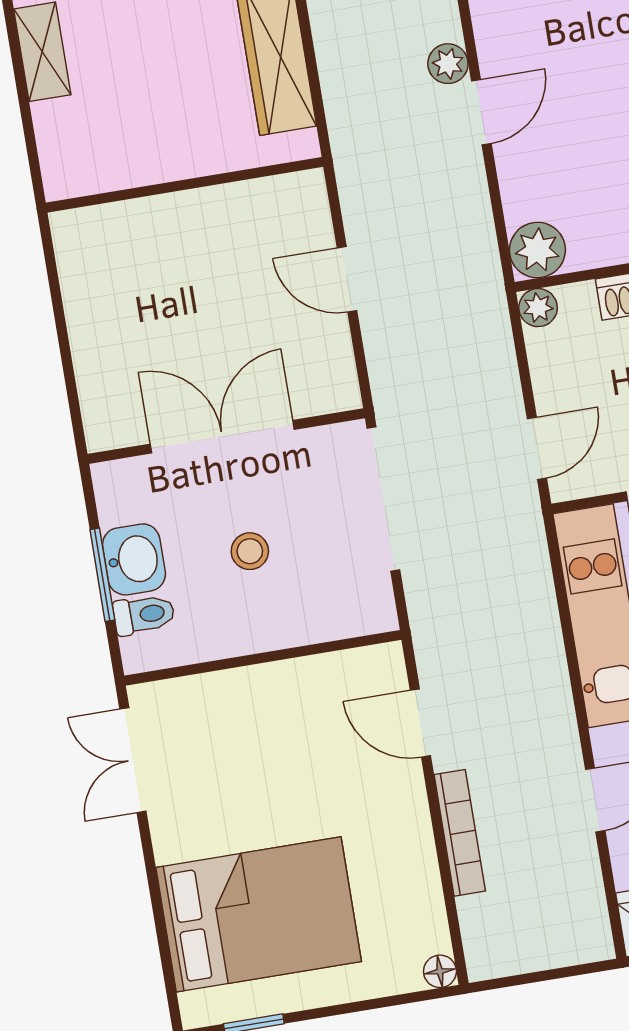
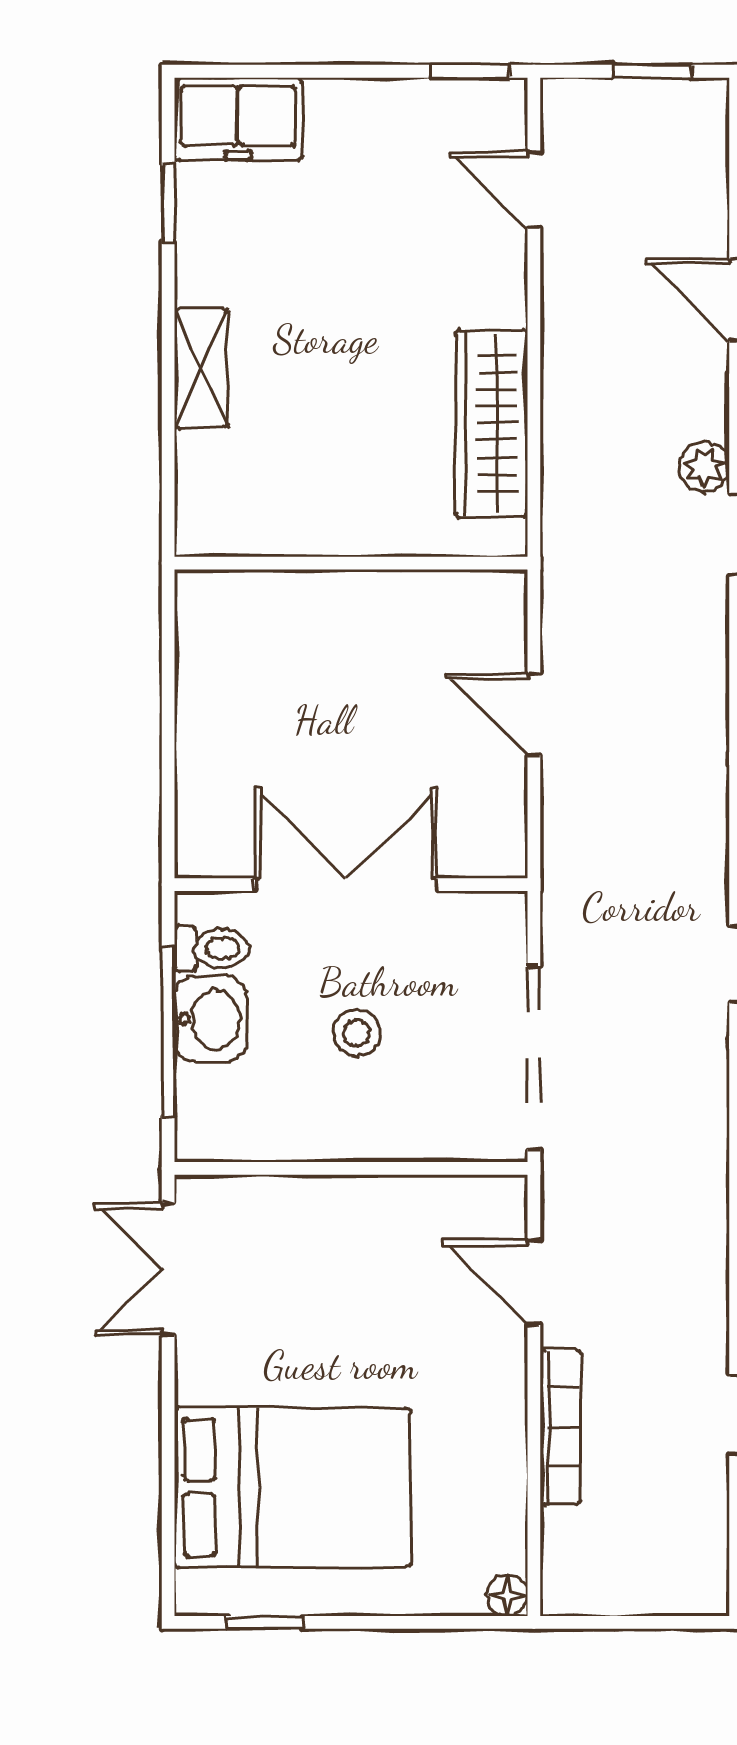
doorway: (383, 499) -> (534, 1057), moved
window: (102, 575) -> (168, 1032), width x1.44
toilet: (144, 615) -> (212, 948), moved

